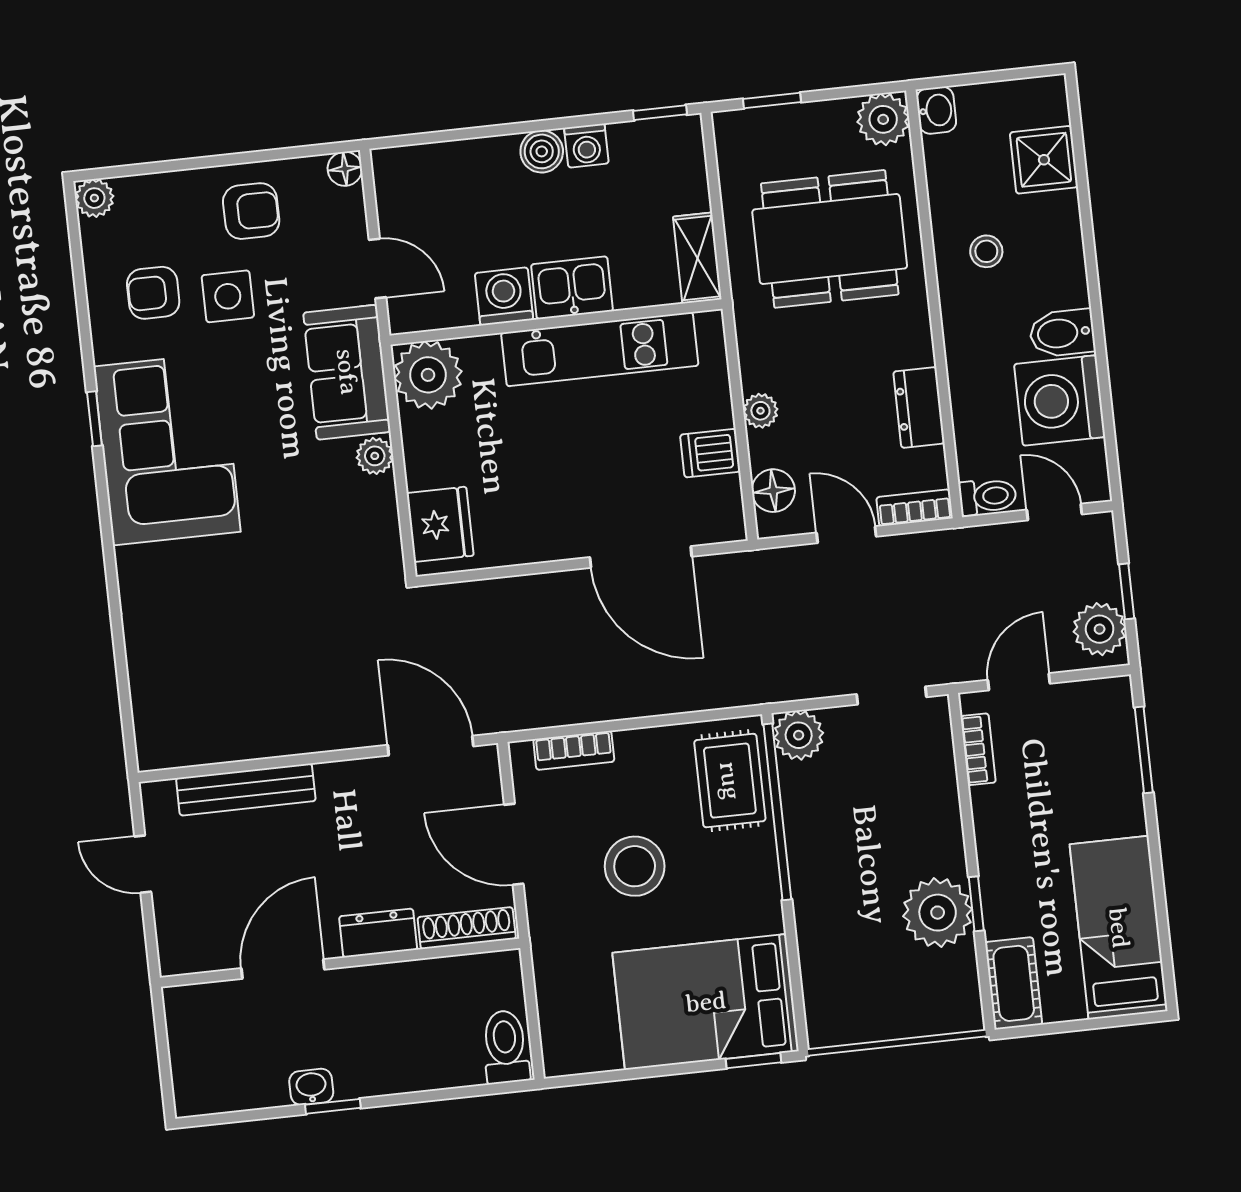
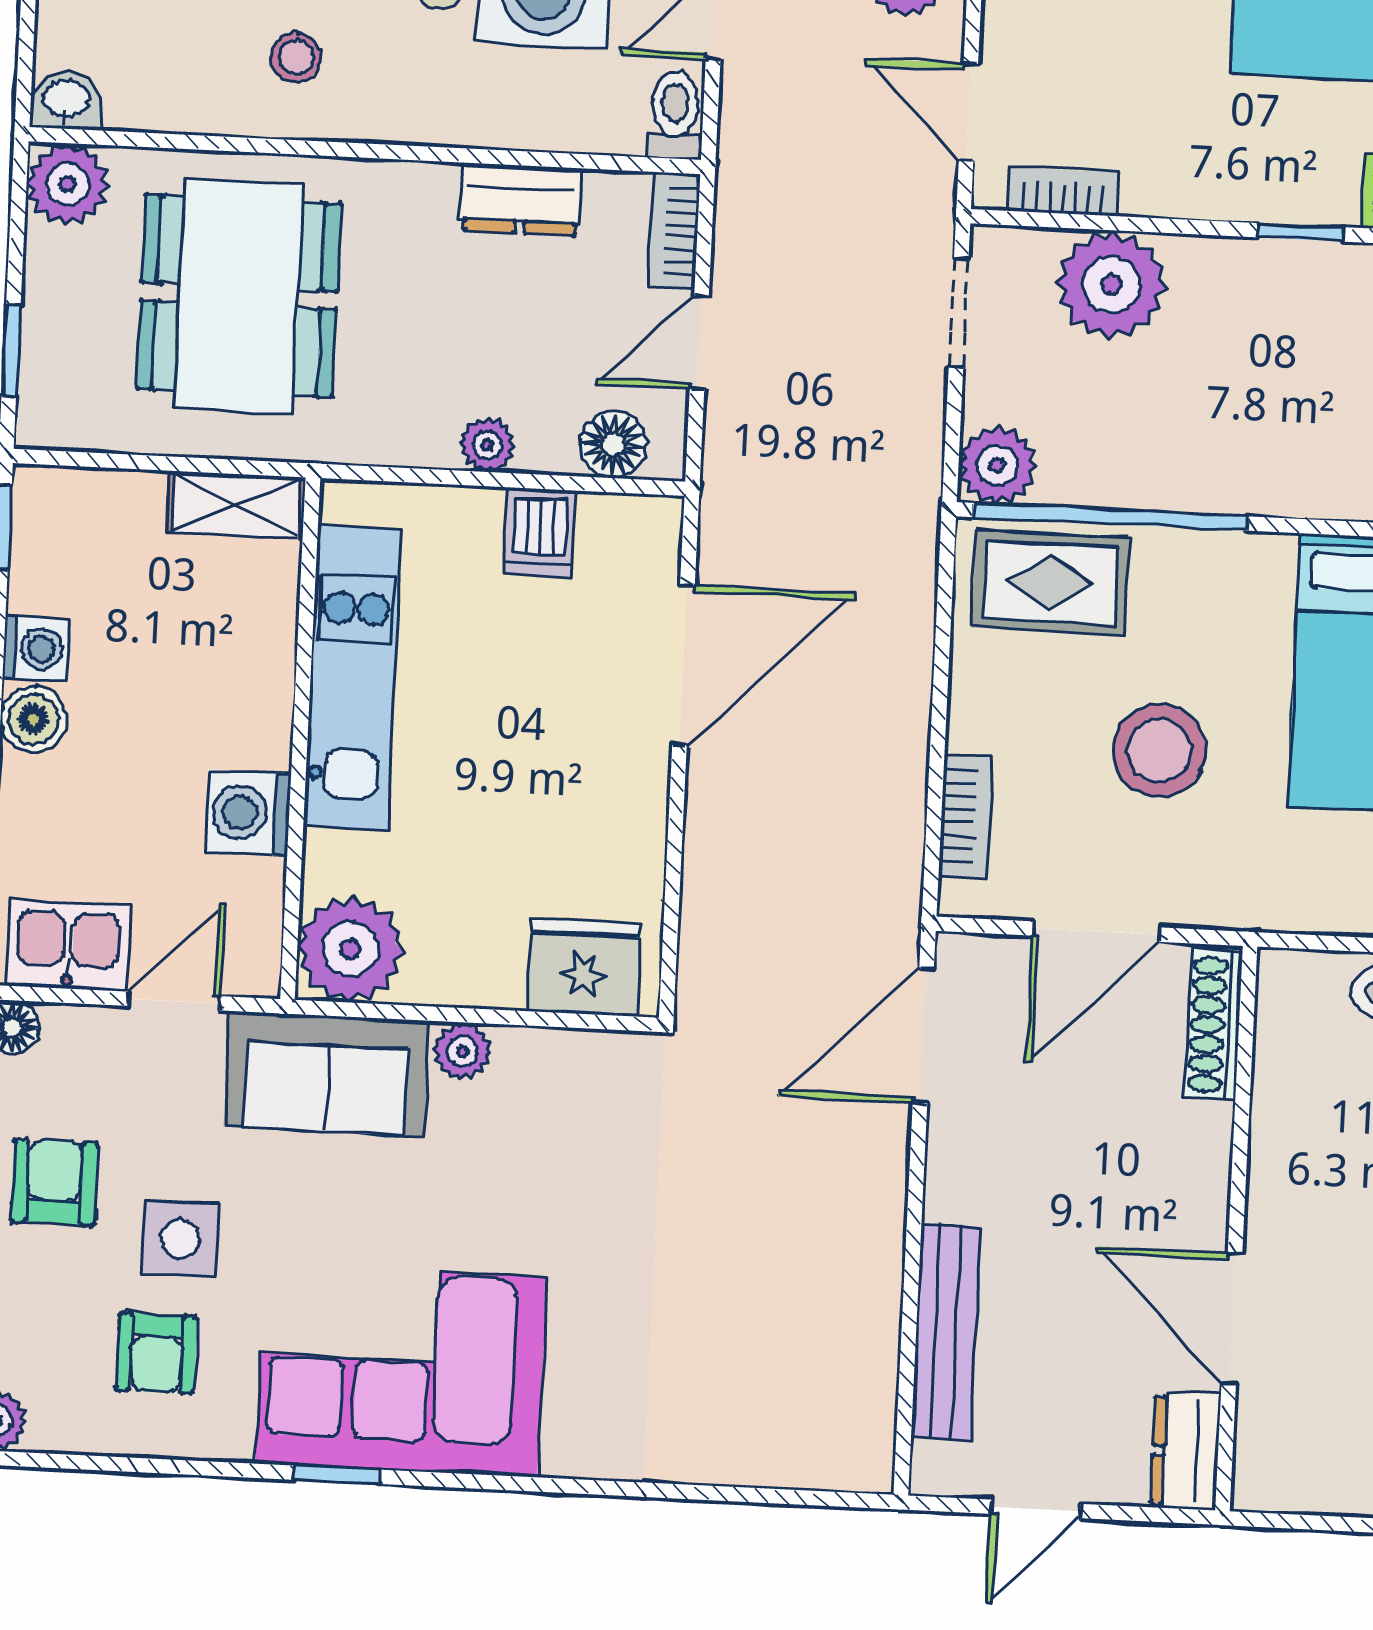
kitchen sink: (572, 288) -> (68, 945), moved, turned 90
plant: (938, 913) -> (1111, 285), moved
dresser: (378, 933) -> (1186, 1451), moved

